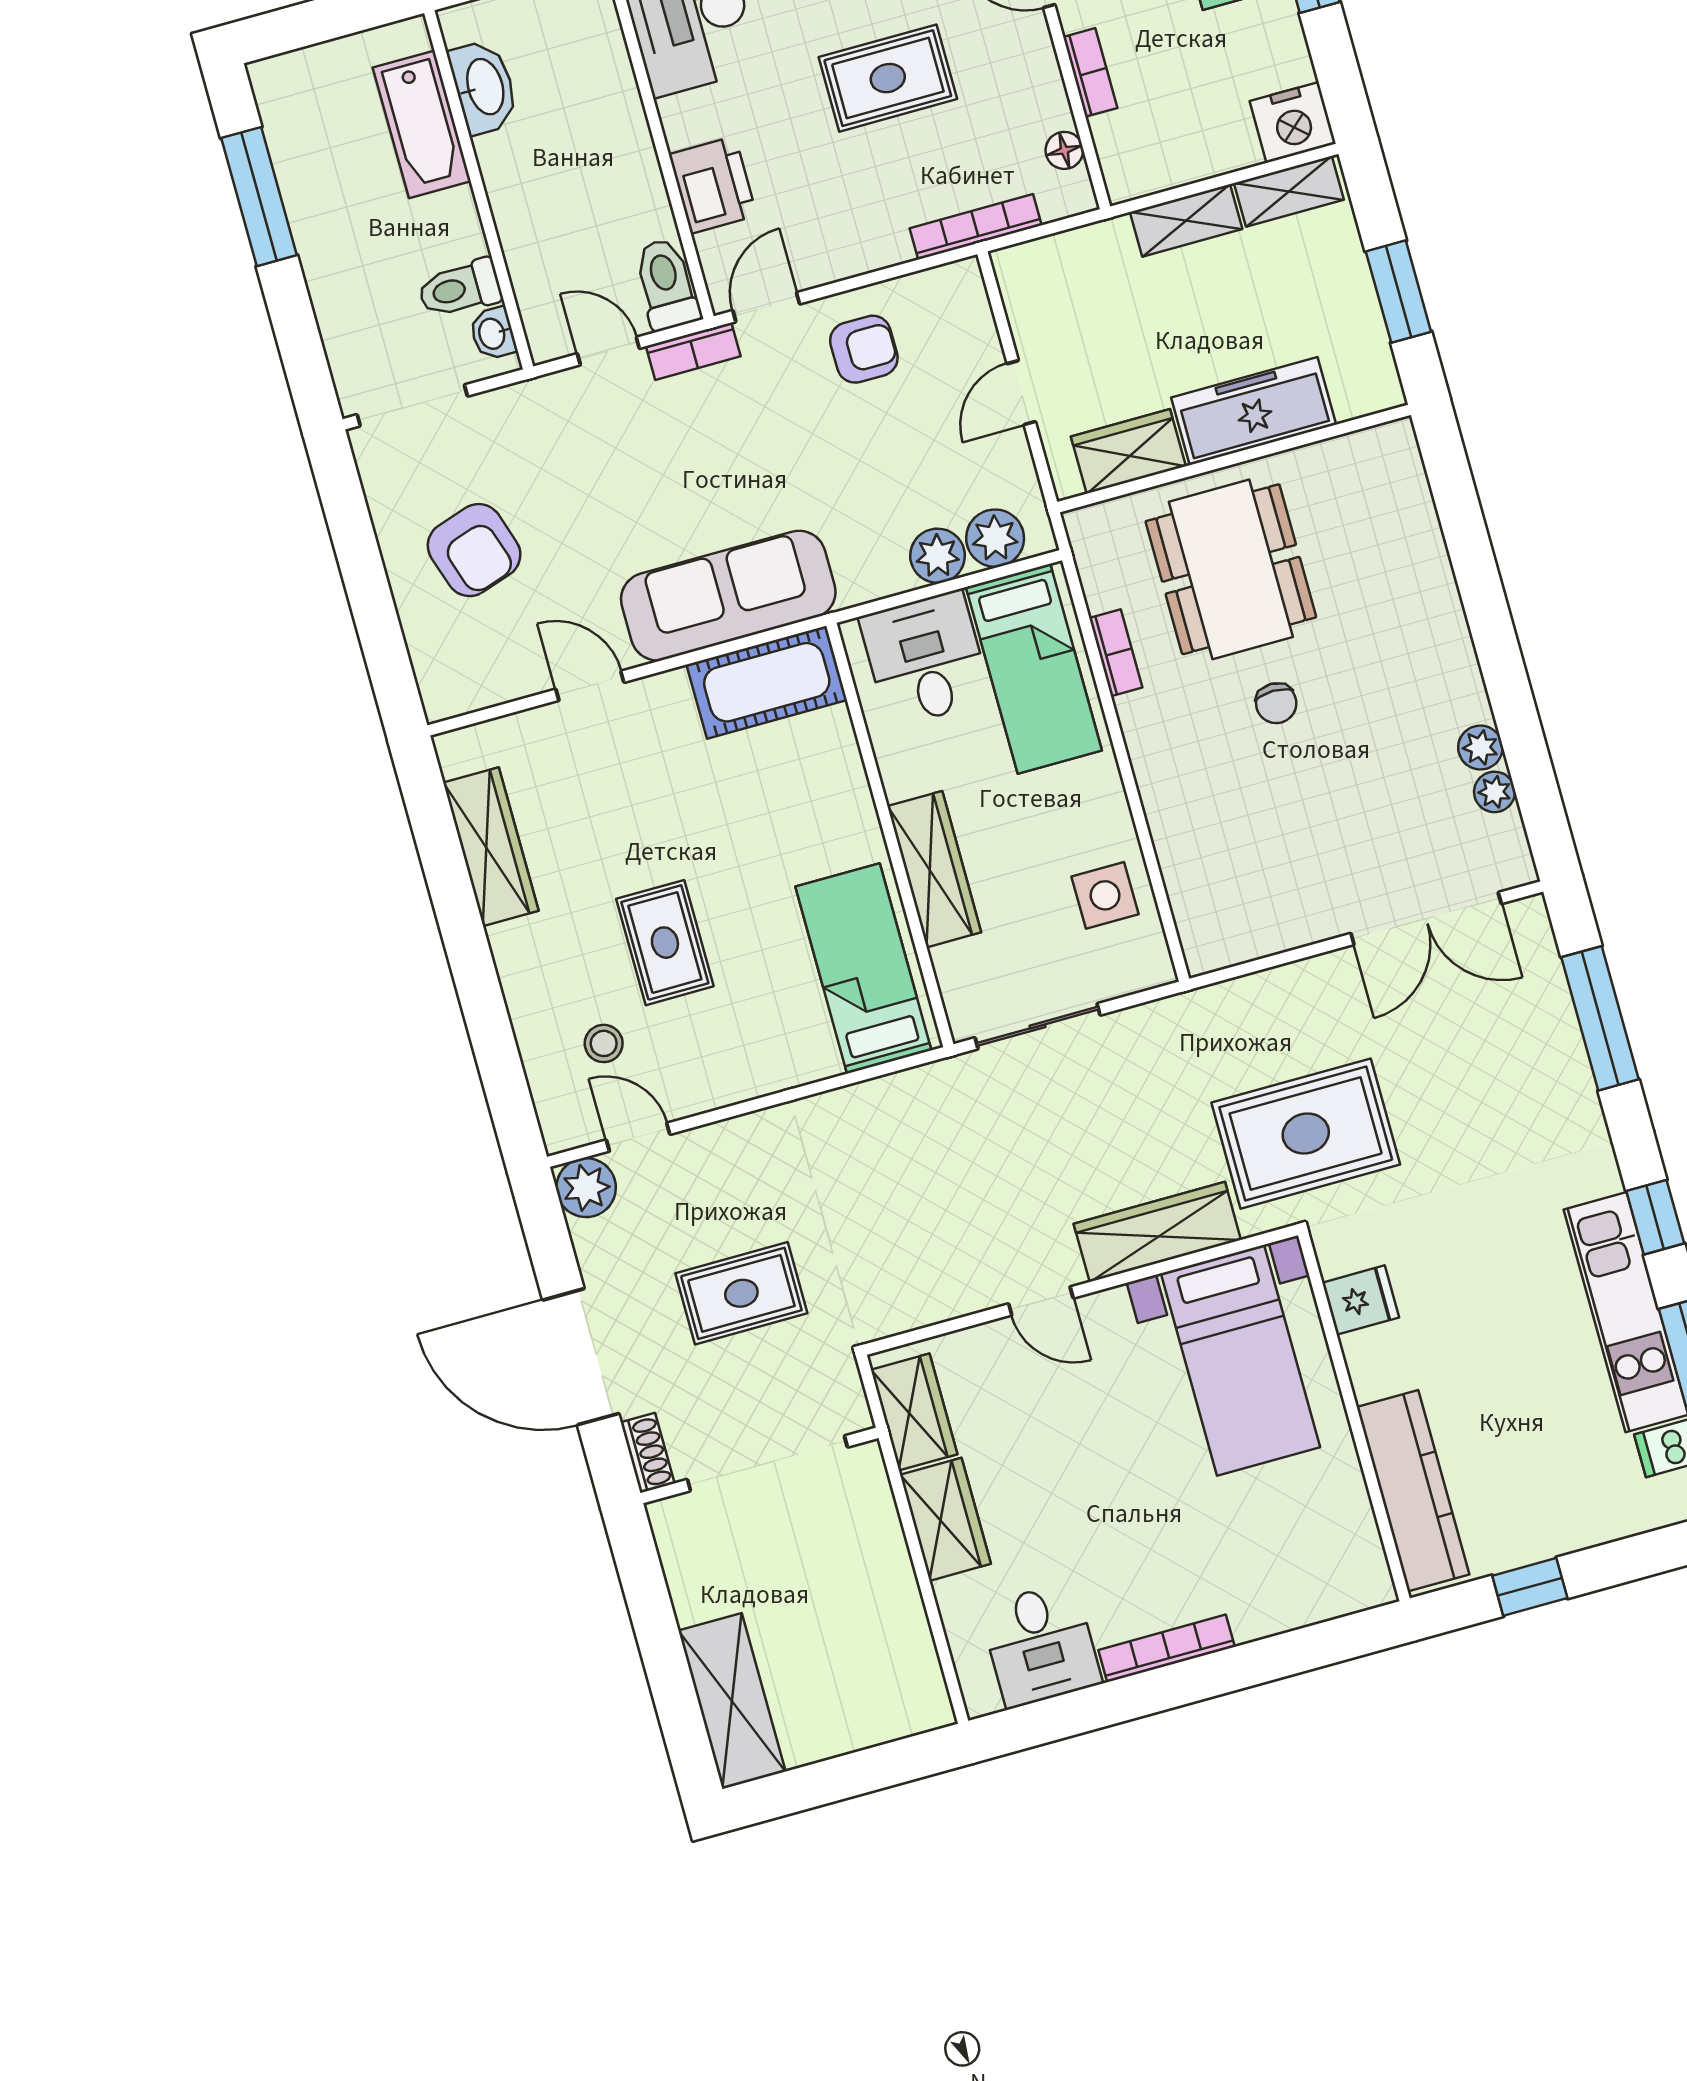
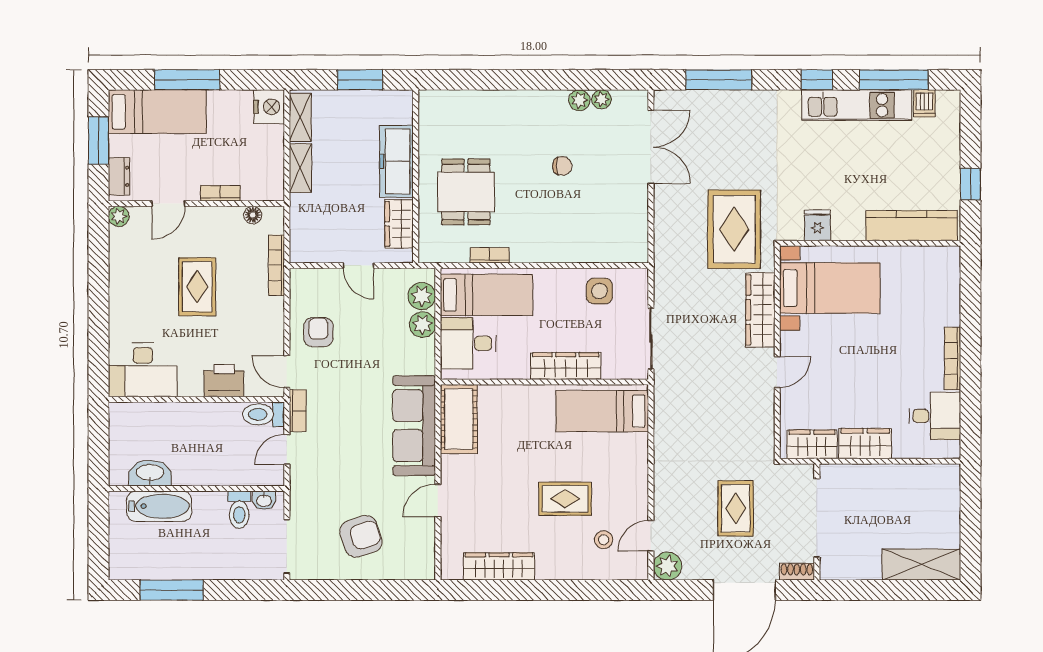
dining table: (1231, 569) -> (466, 192), width x0.73
chair: (1276, 703) -> (562, 166), moved

